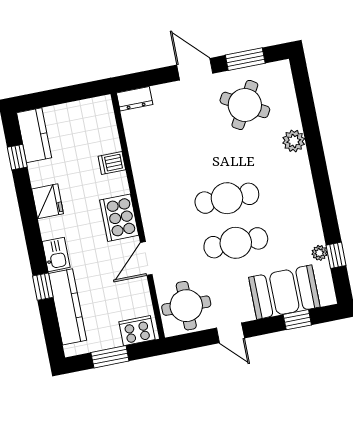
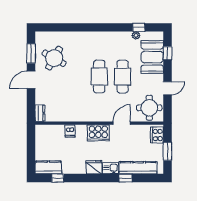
plant: (294, 141) -> (77, 37), removed
fridge: (48, 201) -> (94, 167), moved
door: (146, 259) -> (122, 123), swing flipped

